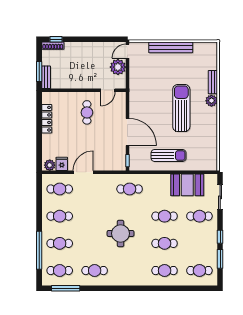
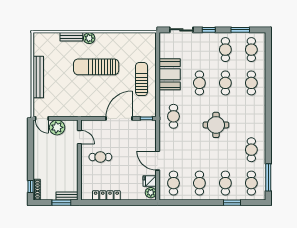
booth: (187, 185) -> (170, 74), moved
cafe table: (199, 216) -> (225, 50), moved
window: (220, 237) -> (209, 30), moved
window: (39, 250) -> (232, 203), width x0.47

